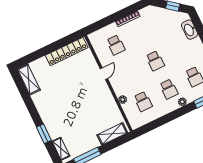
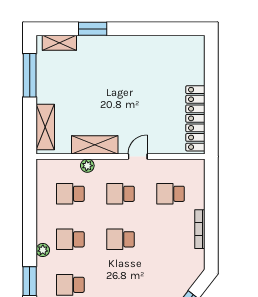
school desk: (129, 73) -> (120, 194), added
door: (104, 74) -> (138, 157), swing flipped
shelving: (29, 79) -> (95, 145), moved

